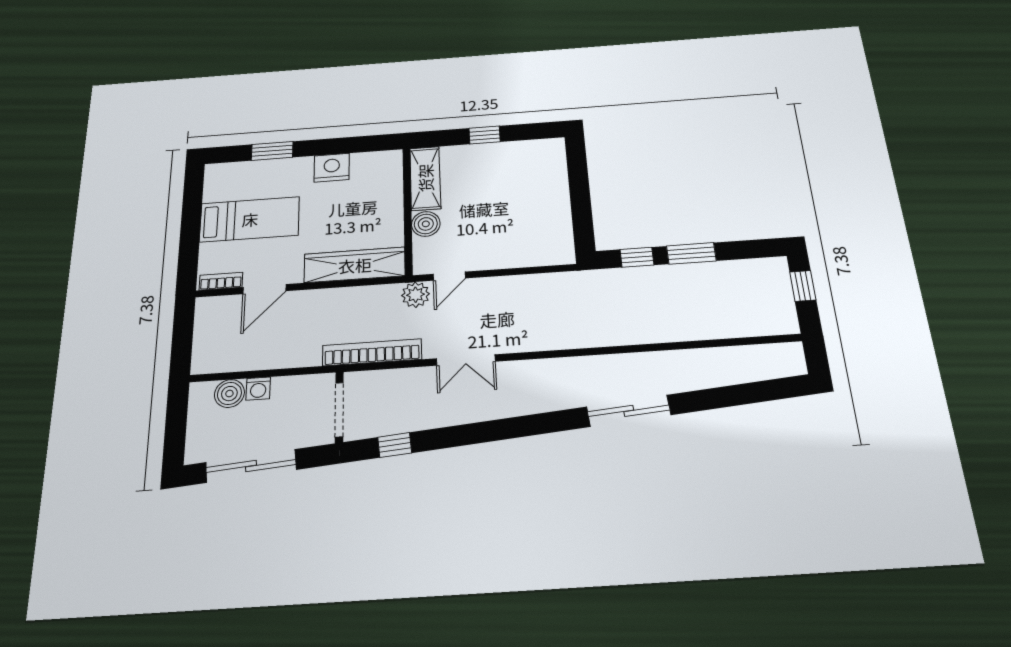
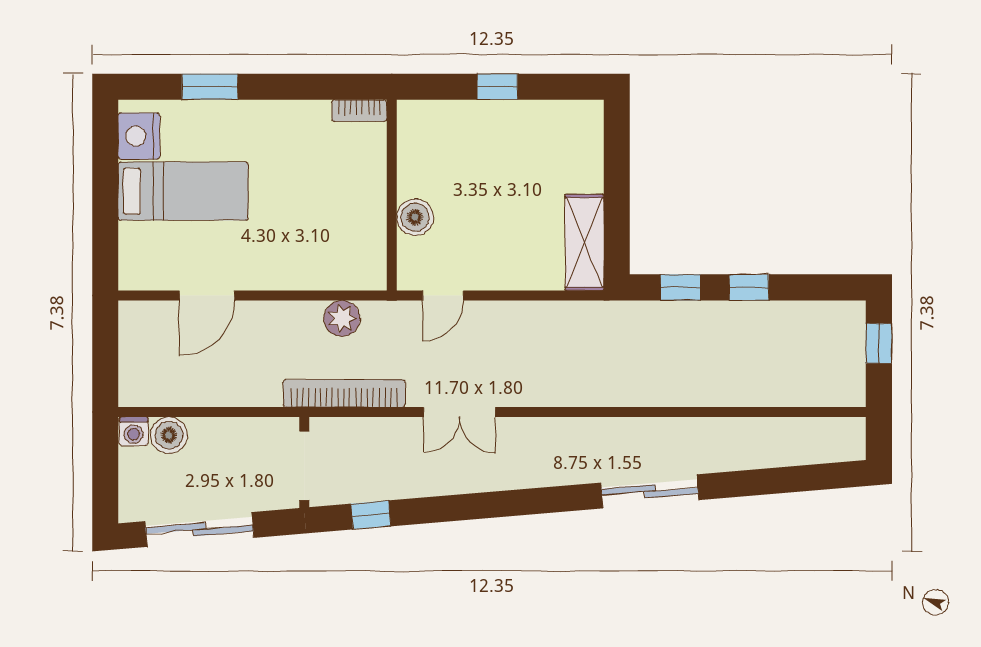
nightstand: (332, 168) -> (139, 136), moved, turned -90
shelving: (425, 178) -> (584, 242), moved
window: (691, 253) -> (749, 287), width x0.67
wardrobe: (355, 265) -> (322, 270), removed
bookcase: (221, 281) -> (359, 111), moved, turned 180
plant: (415, 295) -> (342, 318), moved
washing machine: (258, 389) -> (134, 431), moved

